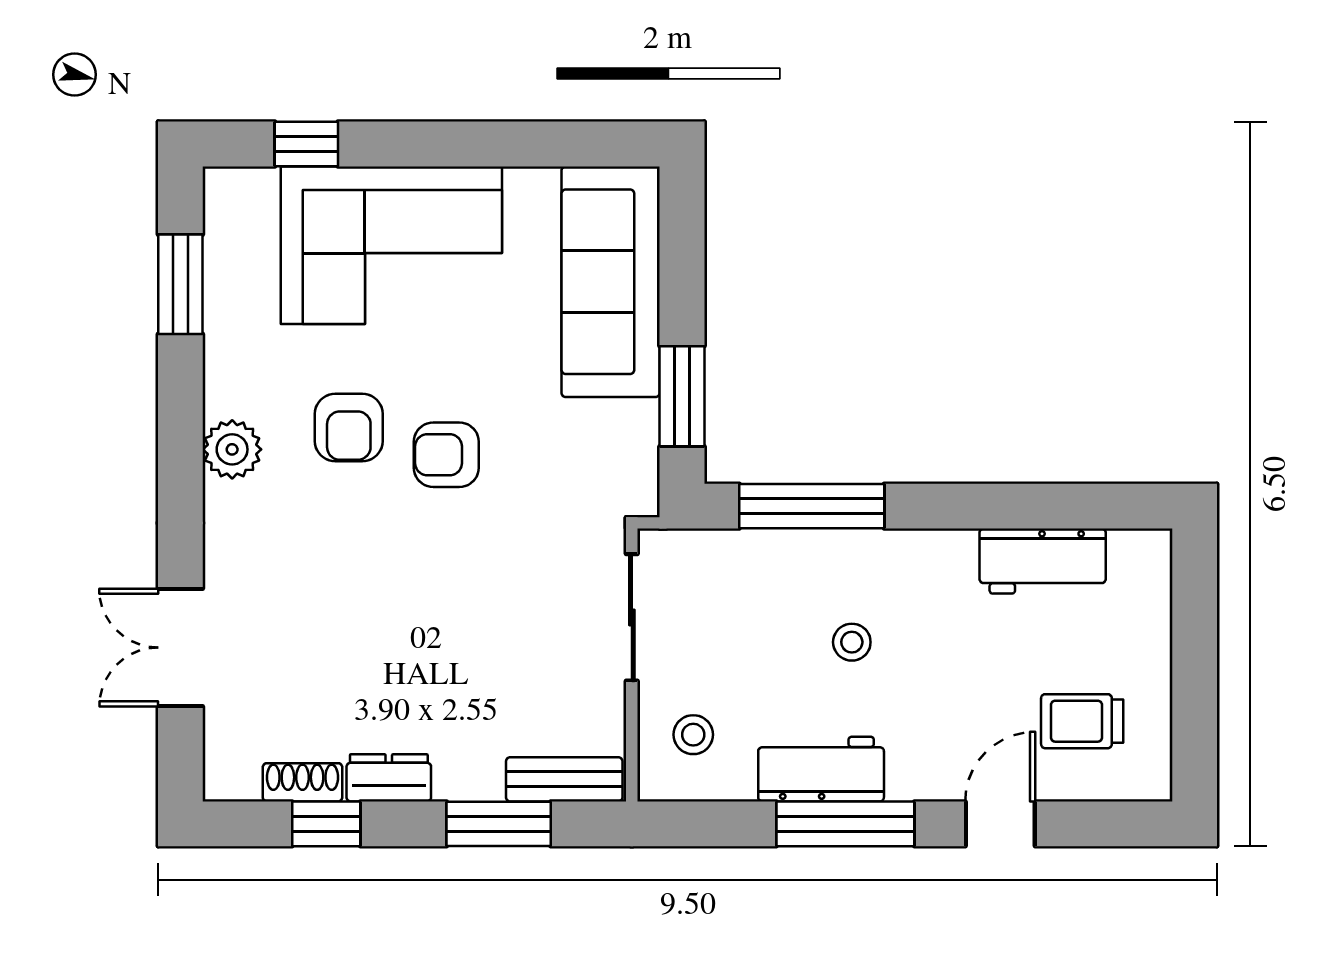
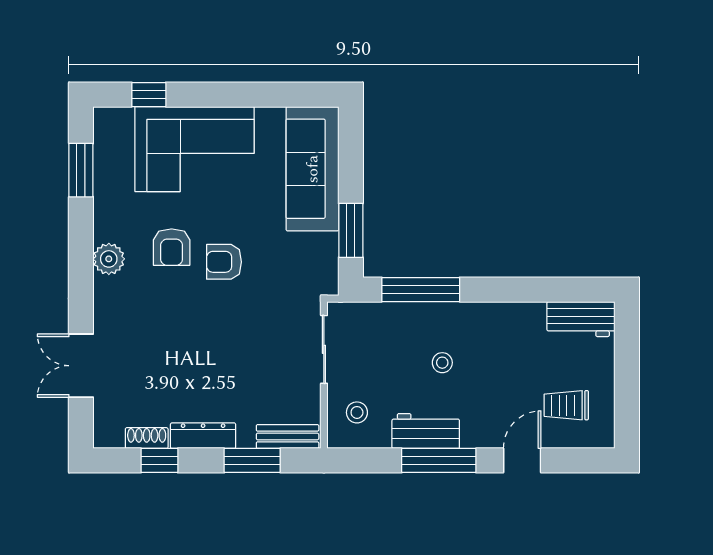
workbench: (1043, 561) -> (581, 319), moved
dresser: (389, 778) -> (203, 436), width x1.44

